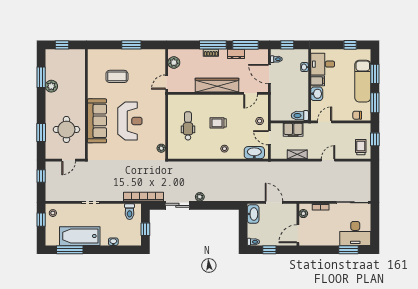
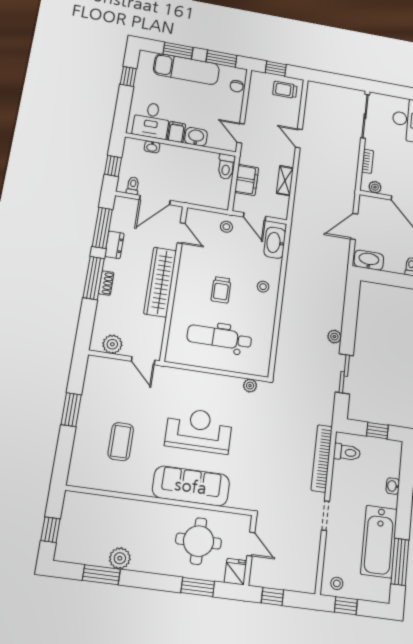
dental chair: (188, 126) -> (219, 338), width x1.36, depth x1.38
door: (269, 138) -> (254, 217), hinge flipped
fridge: (52, 153) -> (235, 572), added
bookcase: (144, 197) -> (322, 458), moved

